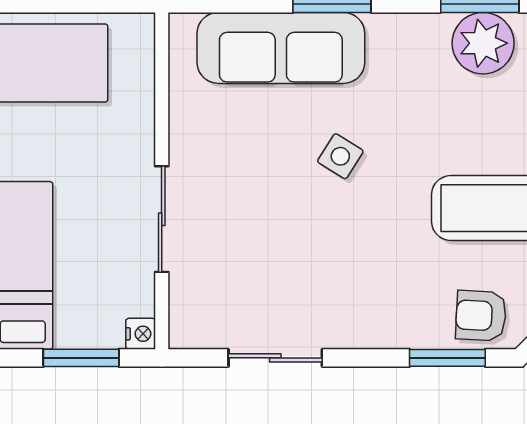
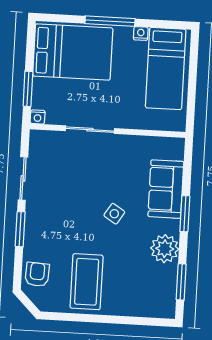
plant: (483, 43) -> (165, 249), moved
sofa: (281, 48) -> (166, 189), width x0.73
window: (447, 358) -> (20, 229), moved

